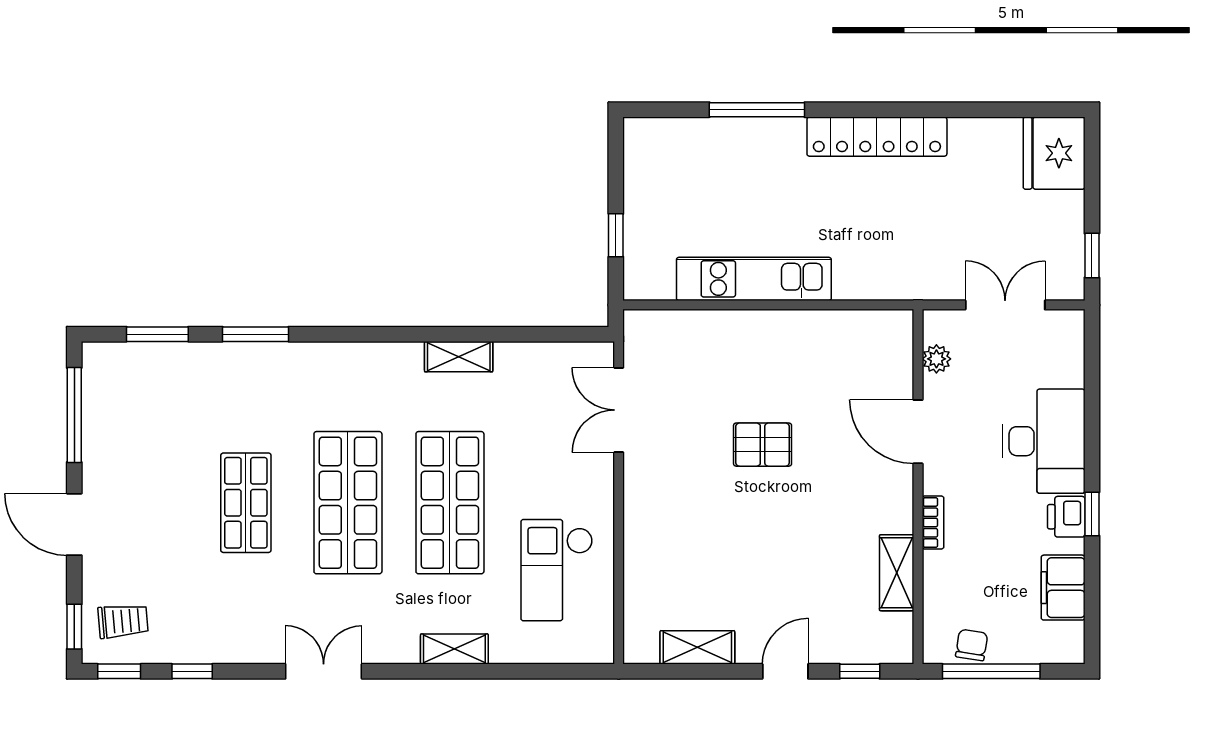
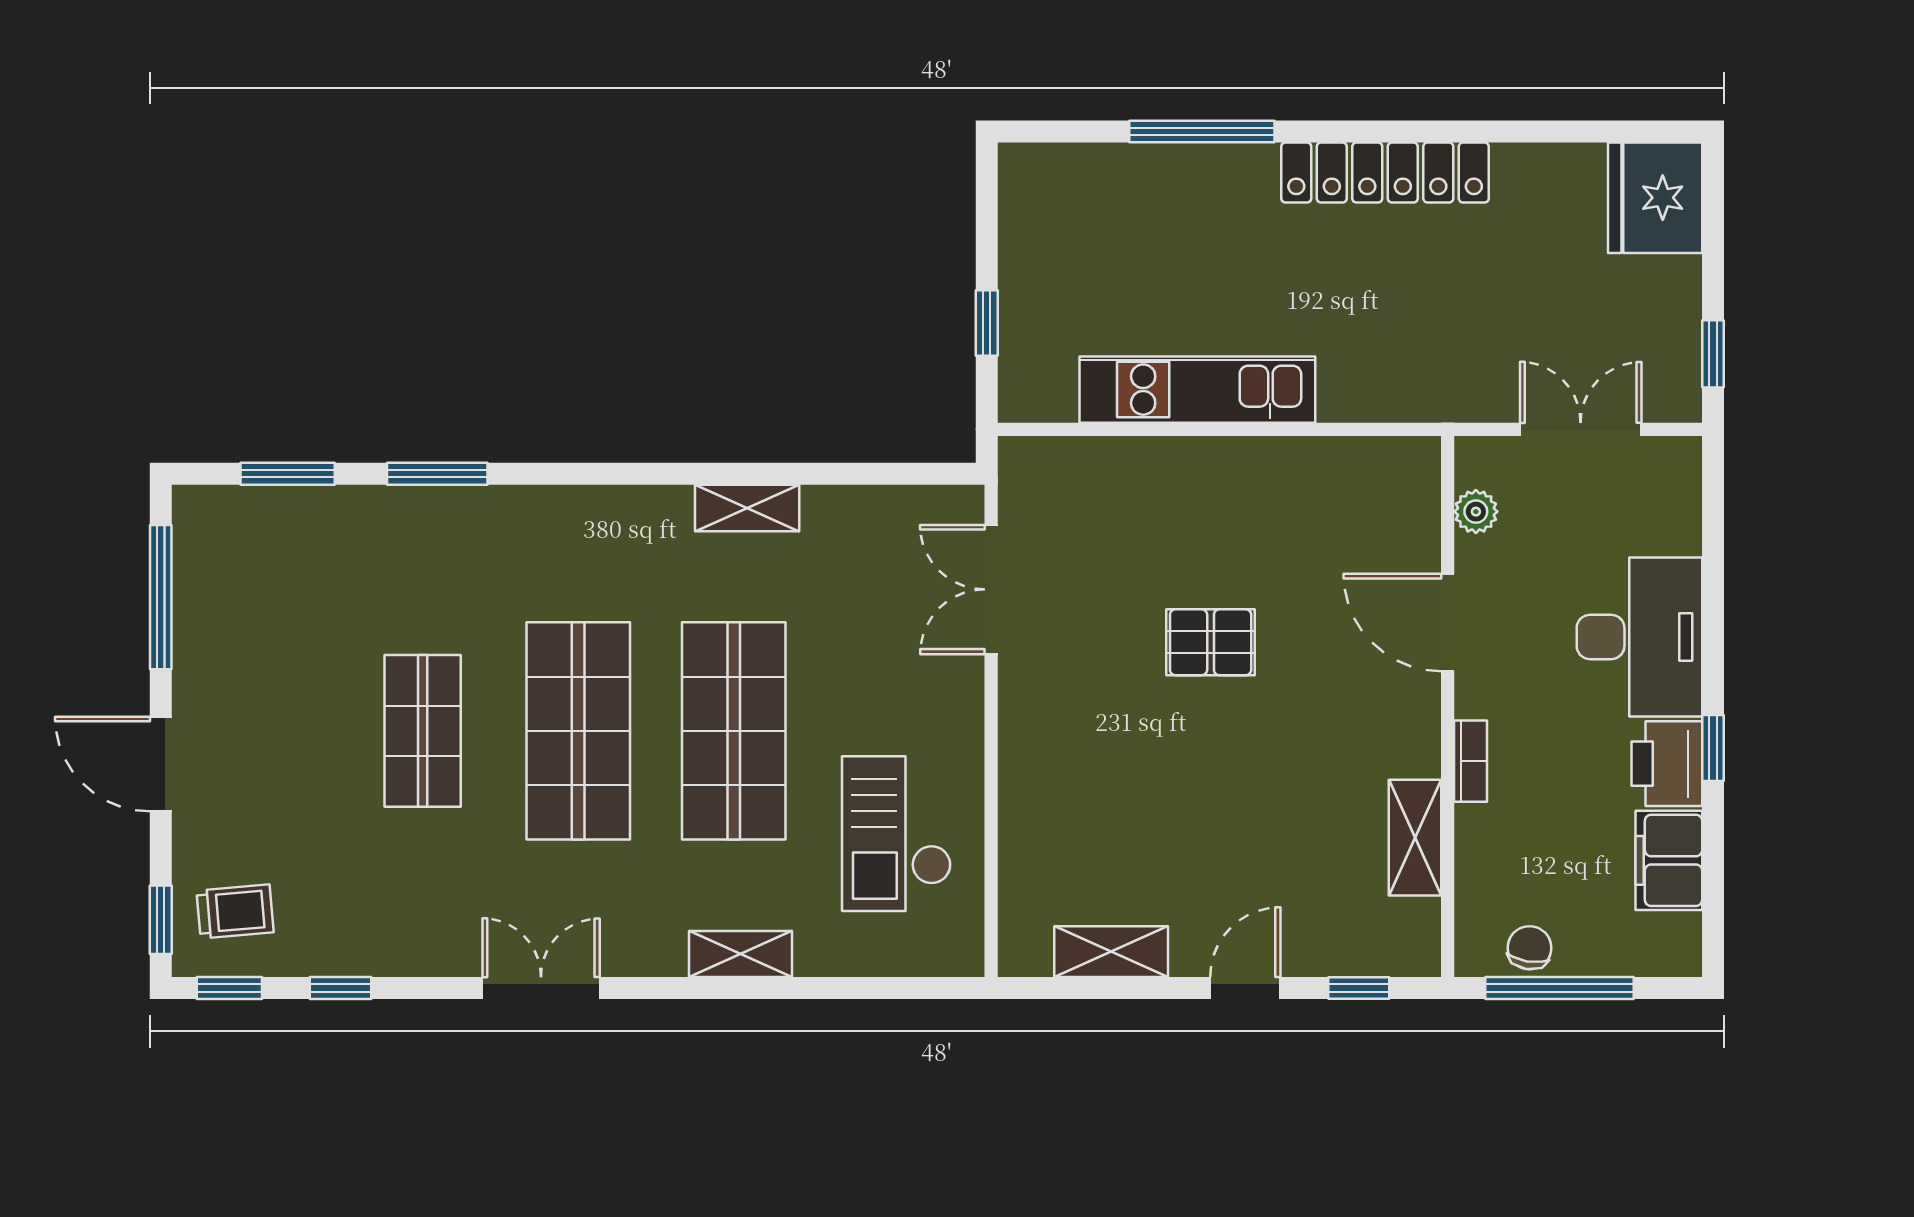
printer: (1066, 517) -> (1667, 764), width x1.36, depth x1.24

